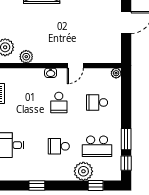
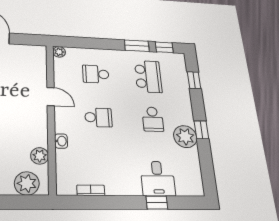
washbasin: (51, 73) -> (61, 141), moved
school desk: (97, 102) -> (96, 74), turned 90
plant: (83, 171) -> (185, 137), moved
window: (37, 186) -> (201, 130), moved

